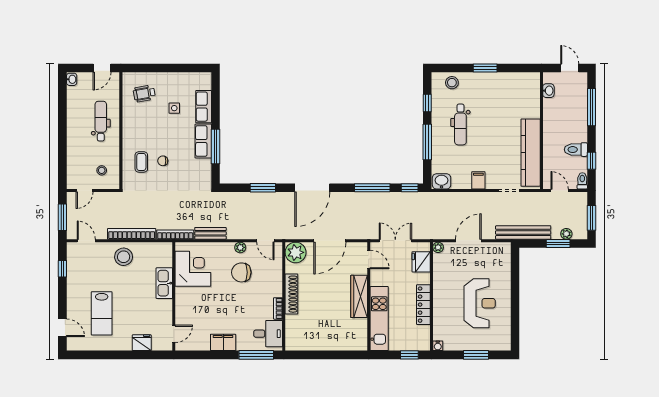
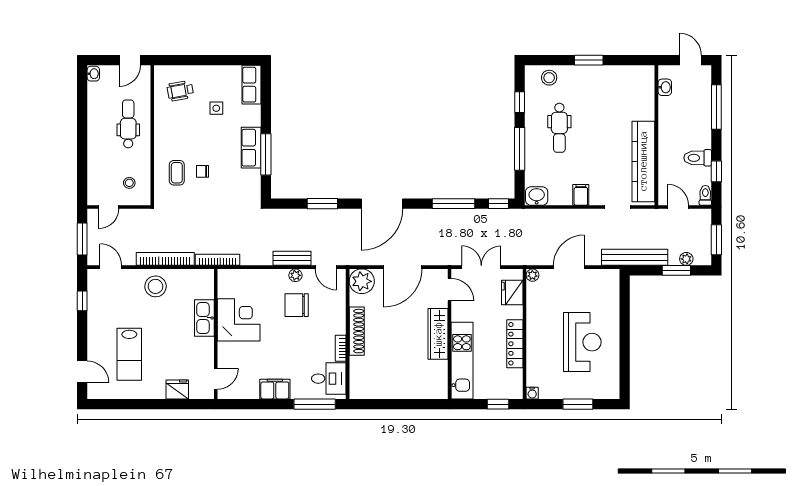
row of seats: (204, 107) -> (251, 85), moved
bench: (210, 233) -> (292, 258), moved
corner desk: (193, 269) -> (239, 320), moved

